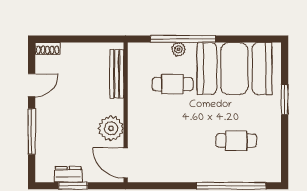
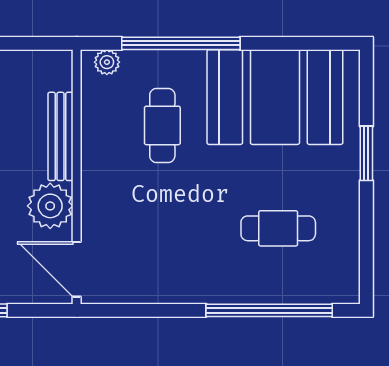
plant: (178, 49) -> (107, 62), moved
bench: (117, 74) -> (61, 136), moved
cafe table: (173, 84) -> (162, 125), turned 90

